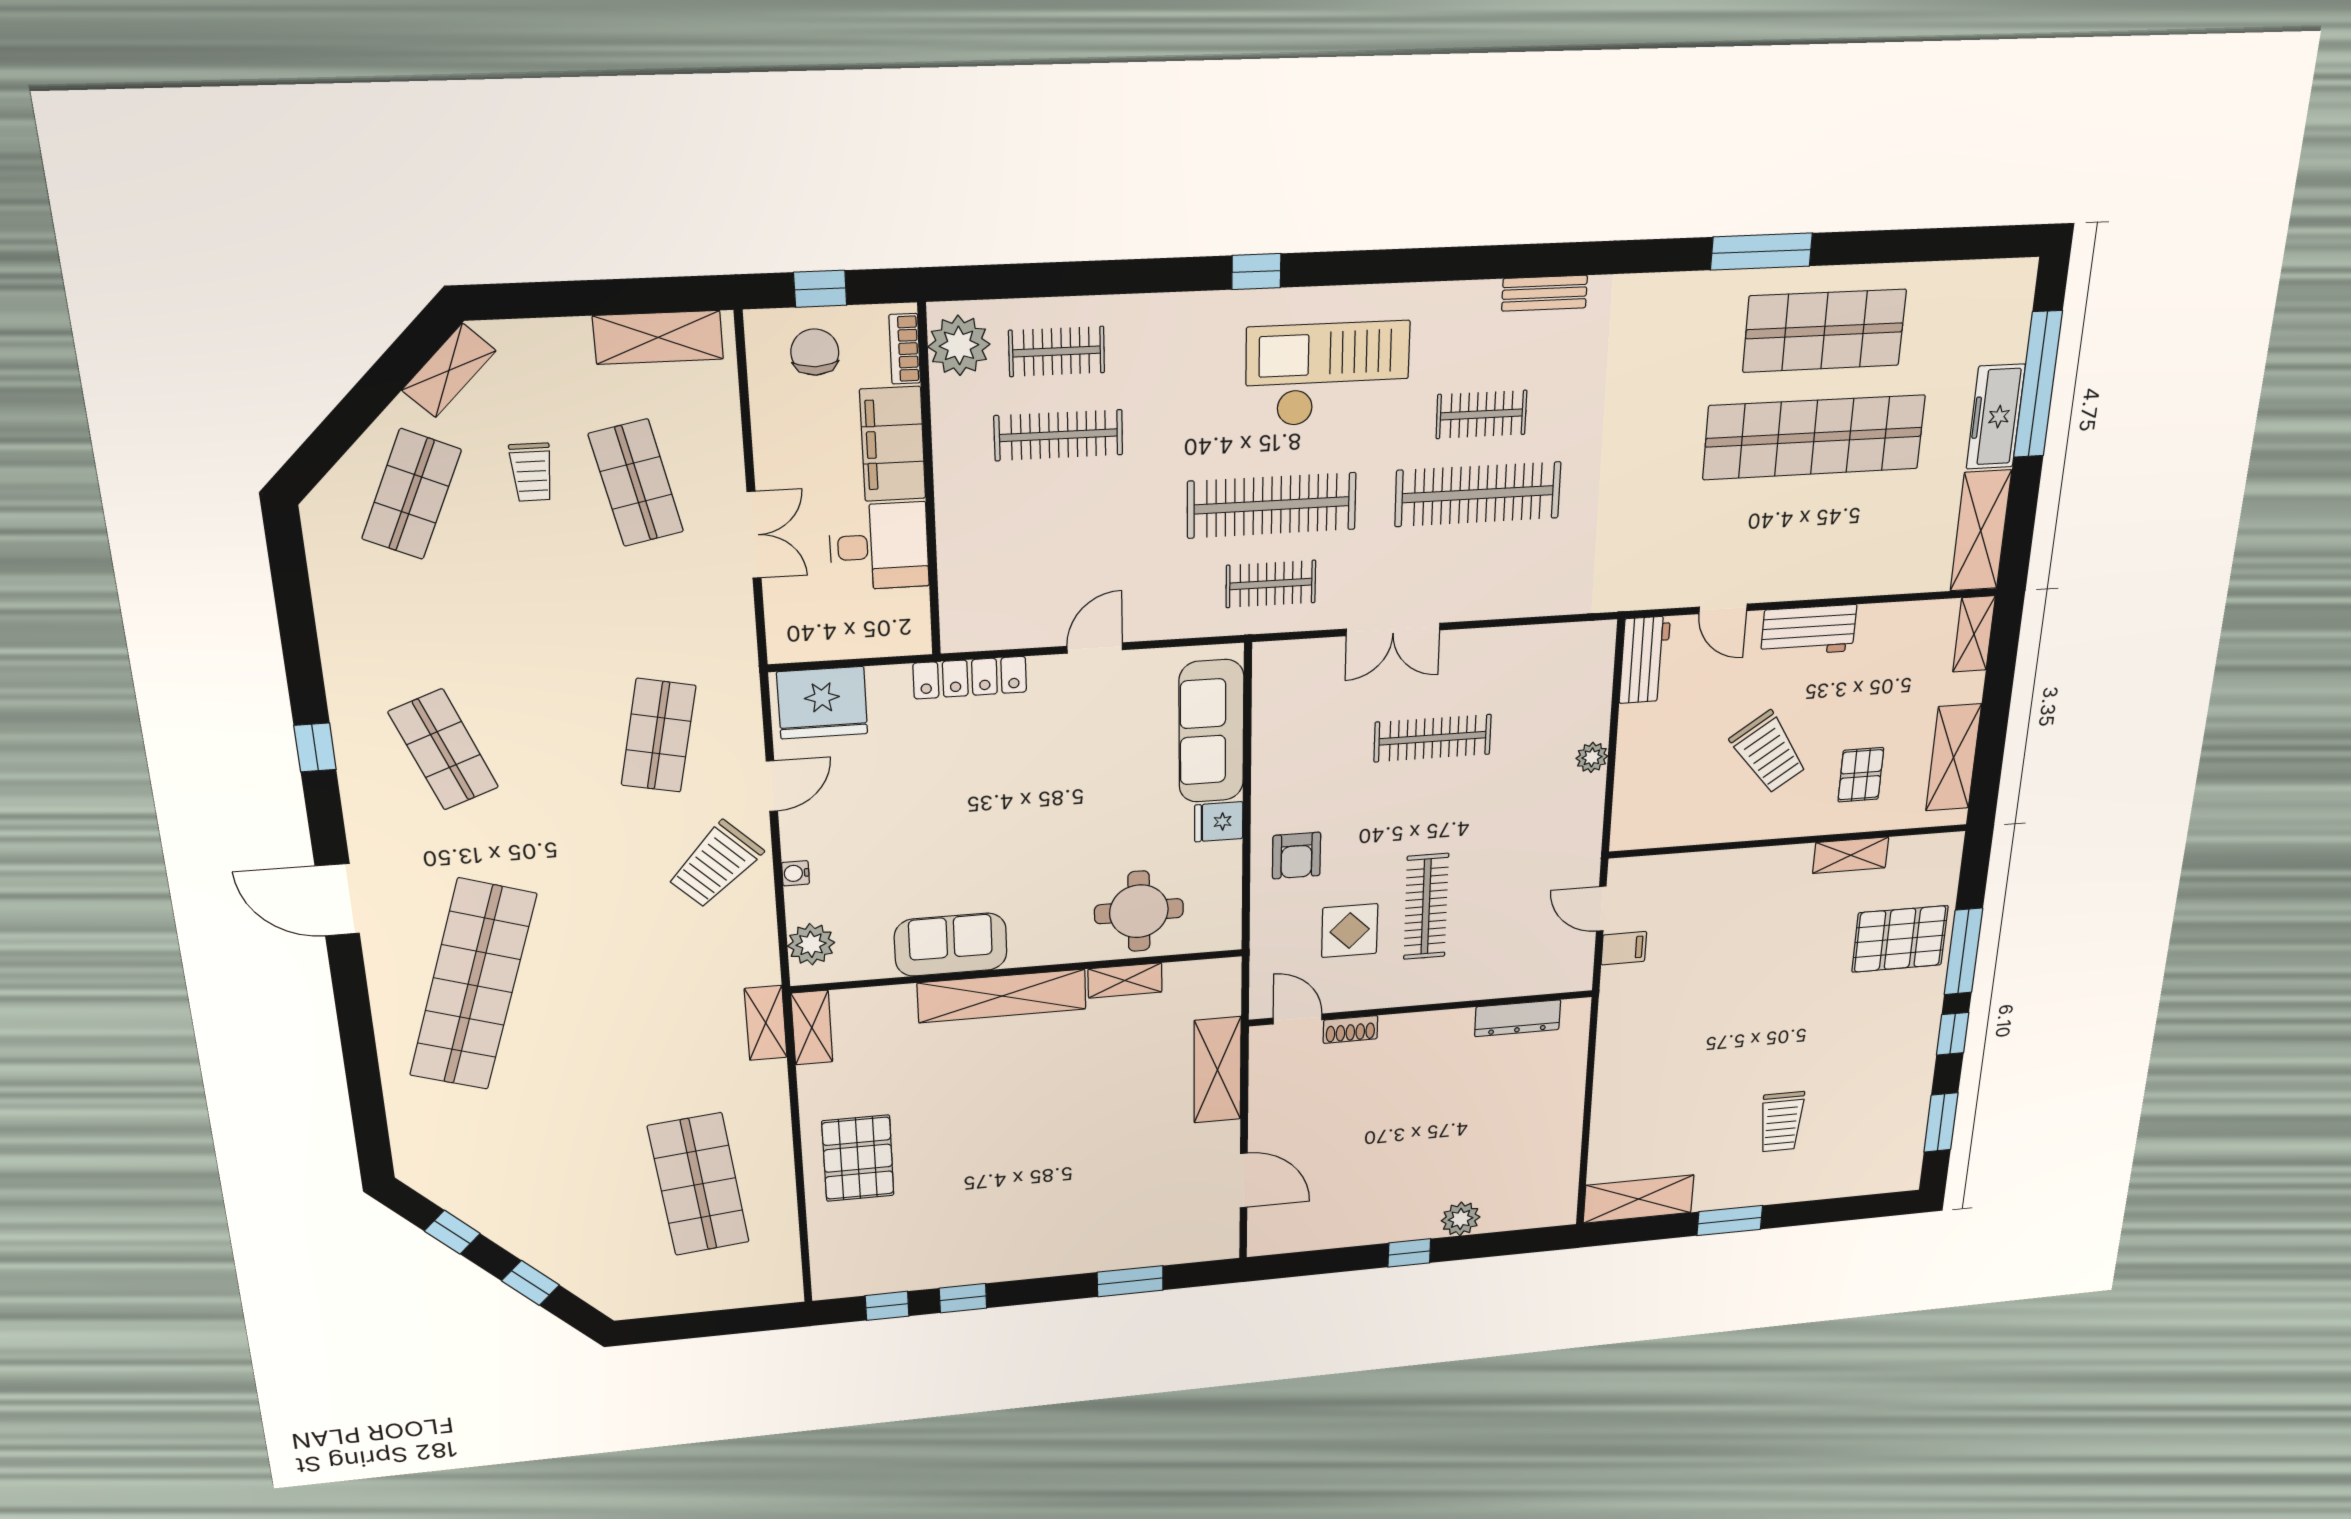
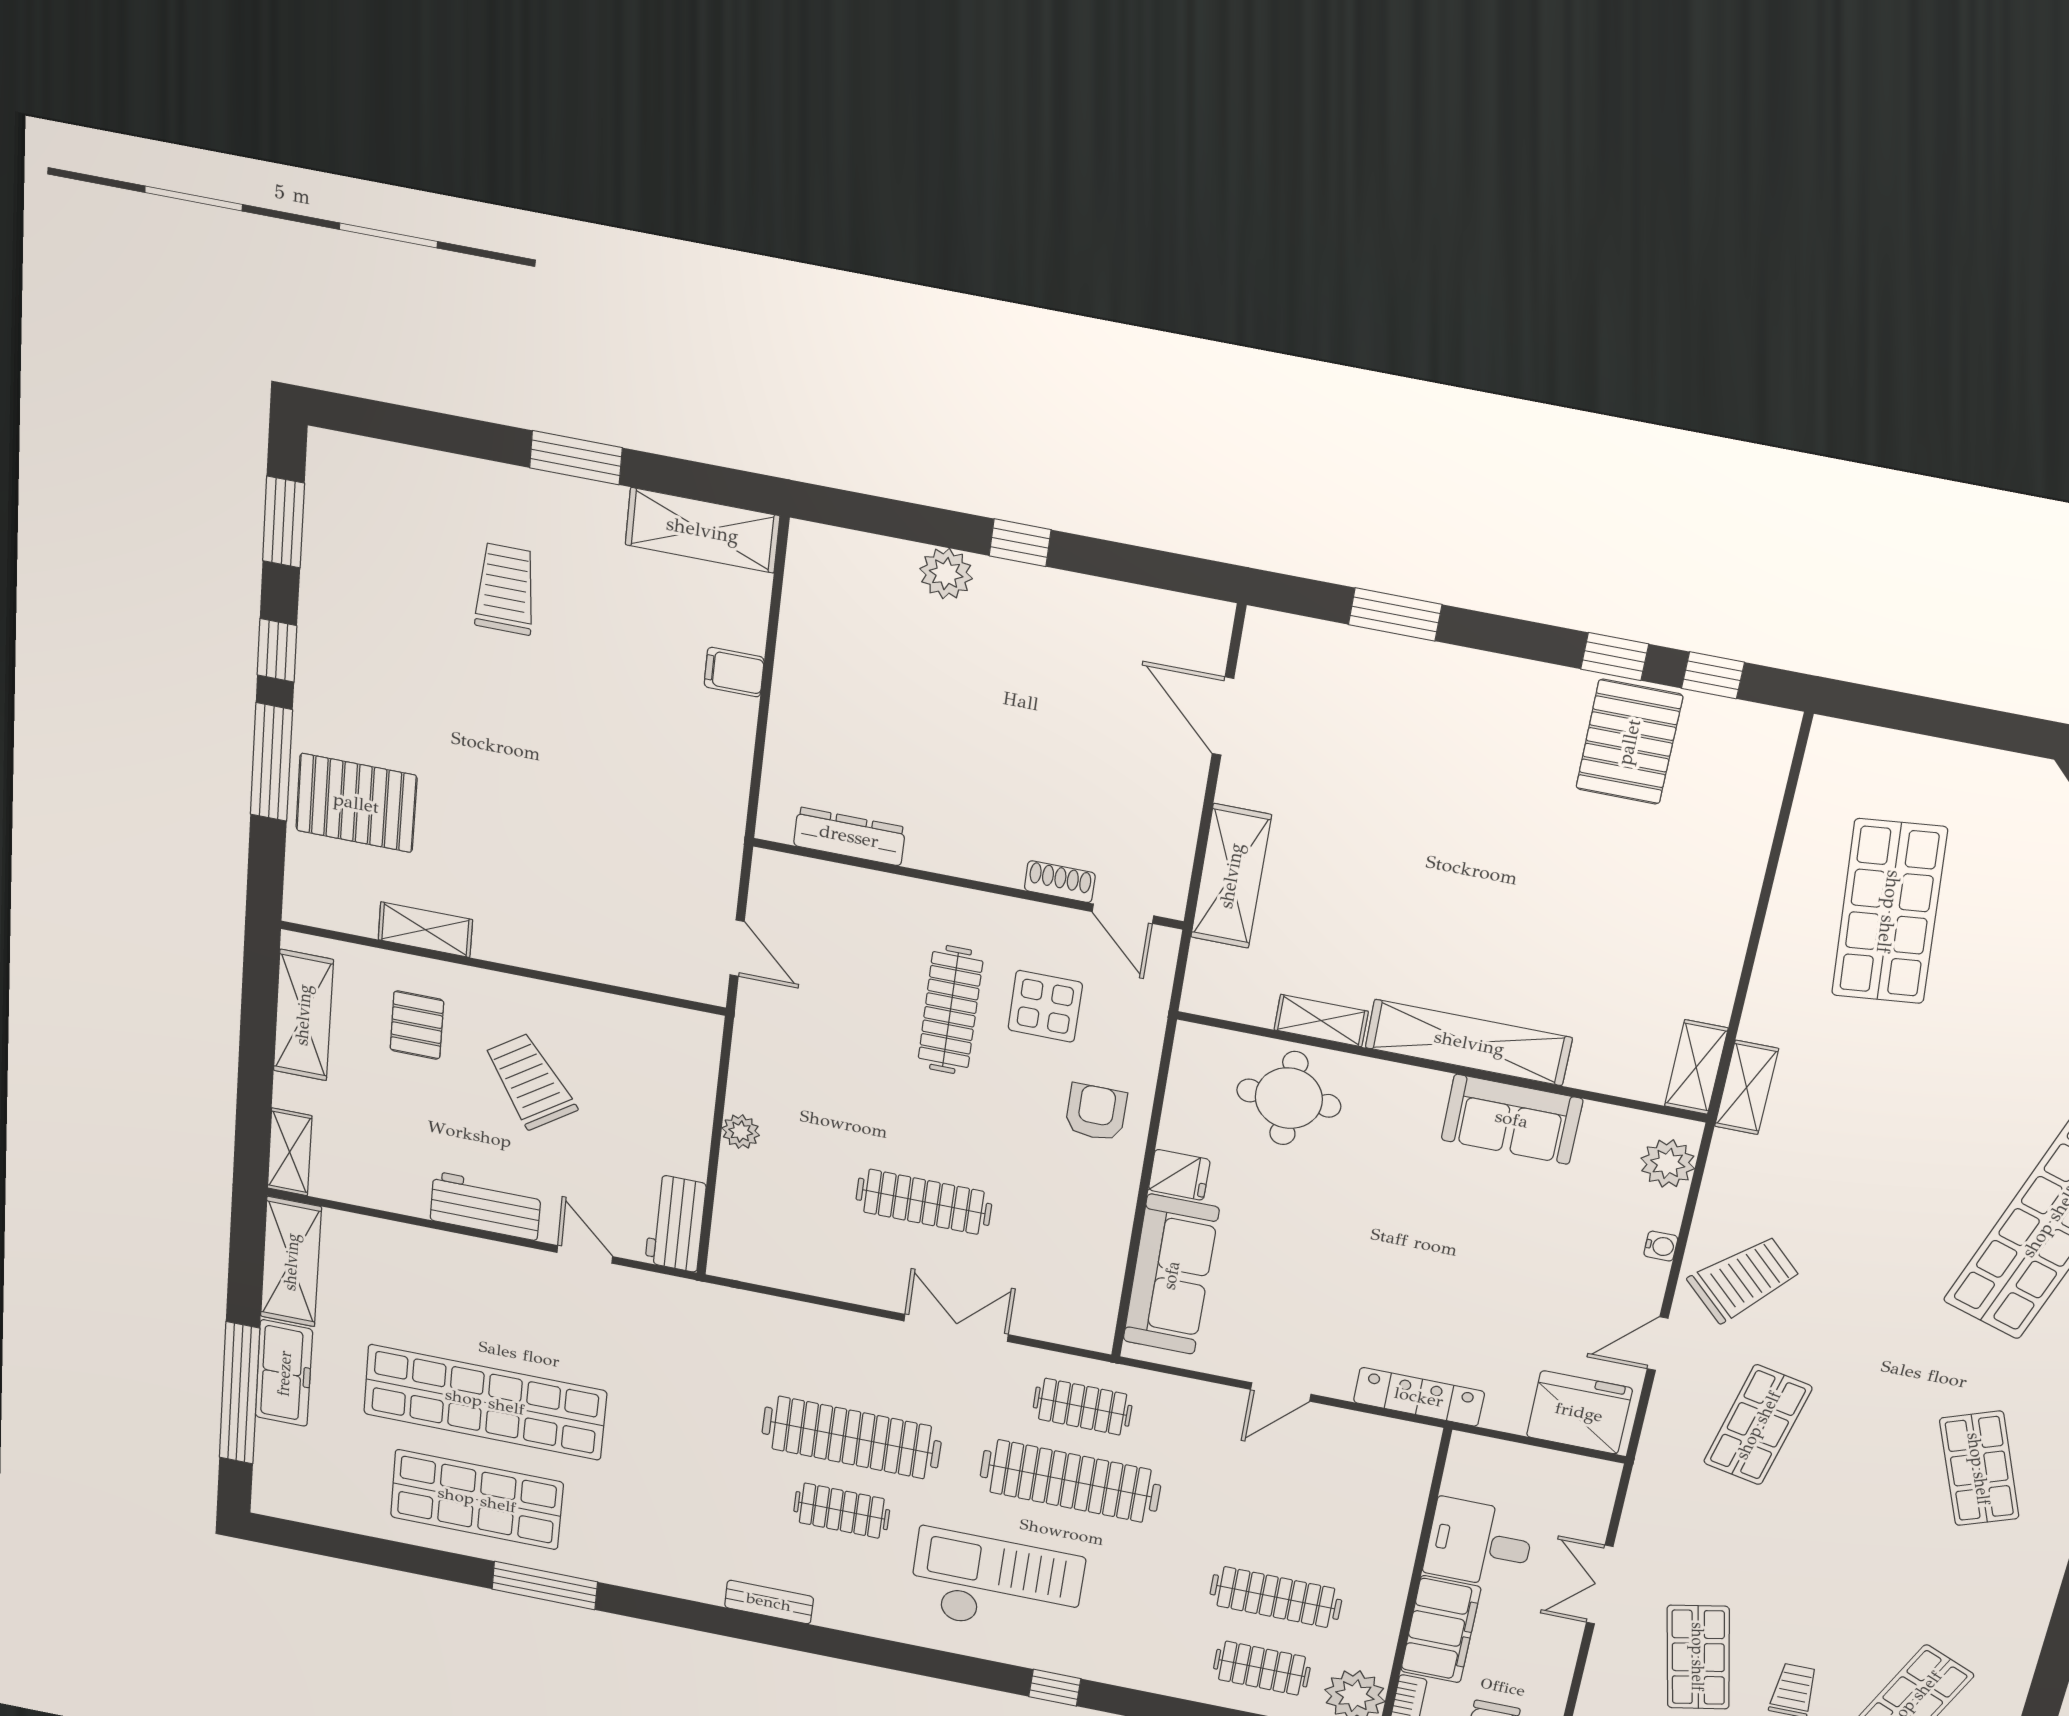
checkout: (1328, 374) -> (996, 1585), turned 180
filing cabinet: (1624, 948) -> (734, 672), moved
pallet: (858, 1158) -> (1629, 742), moved

